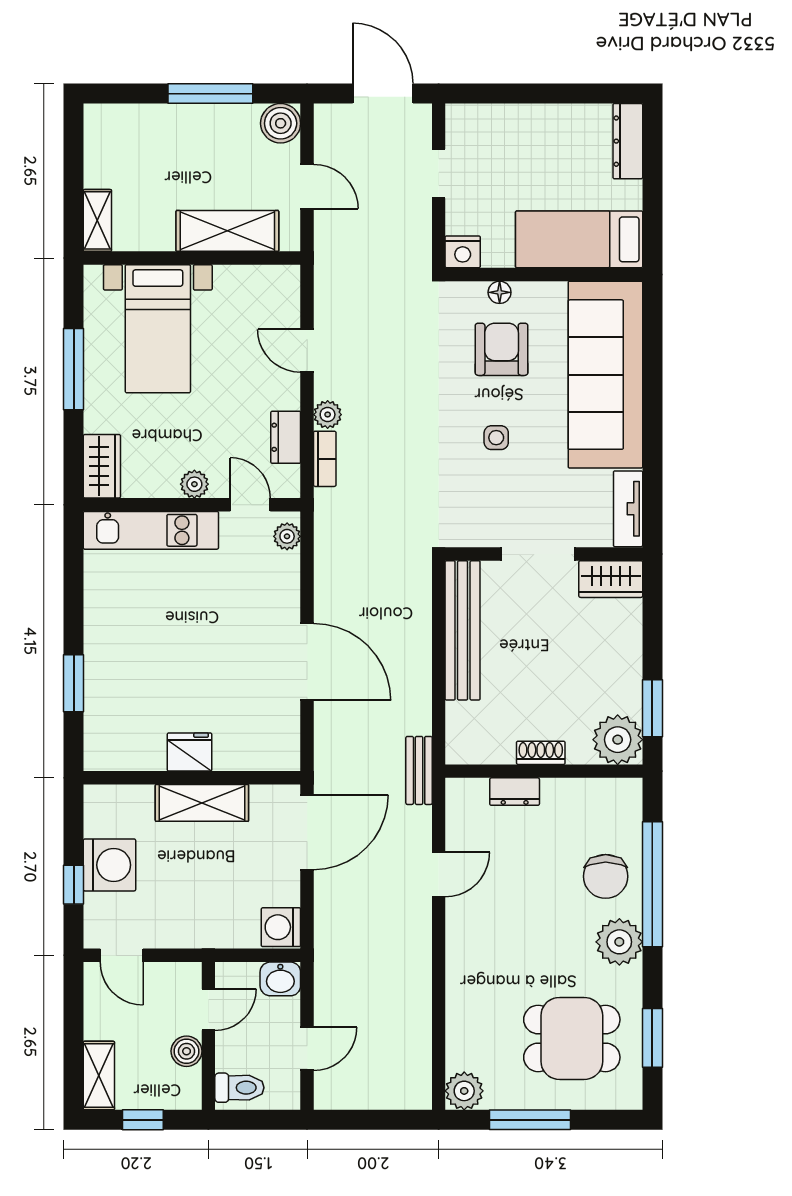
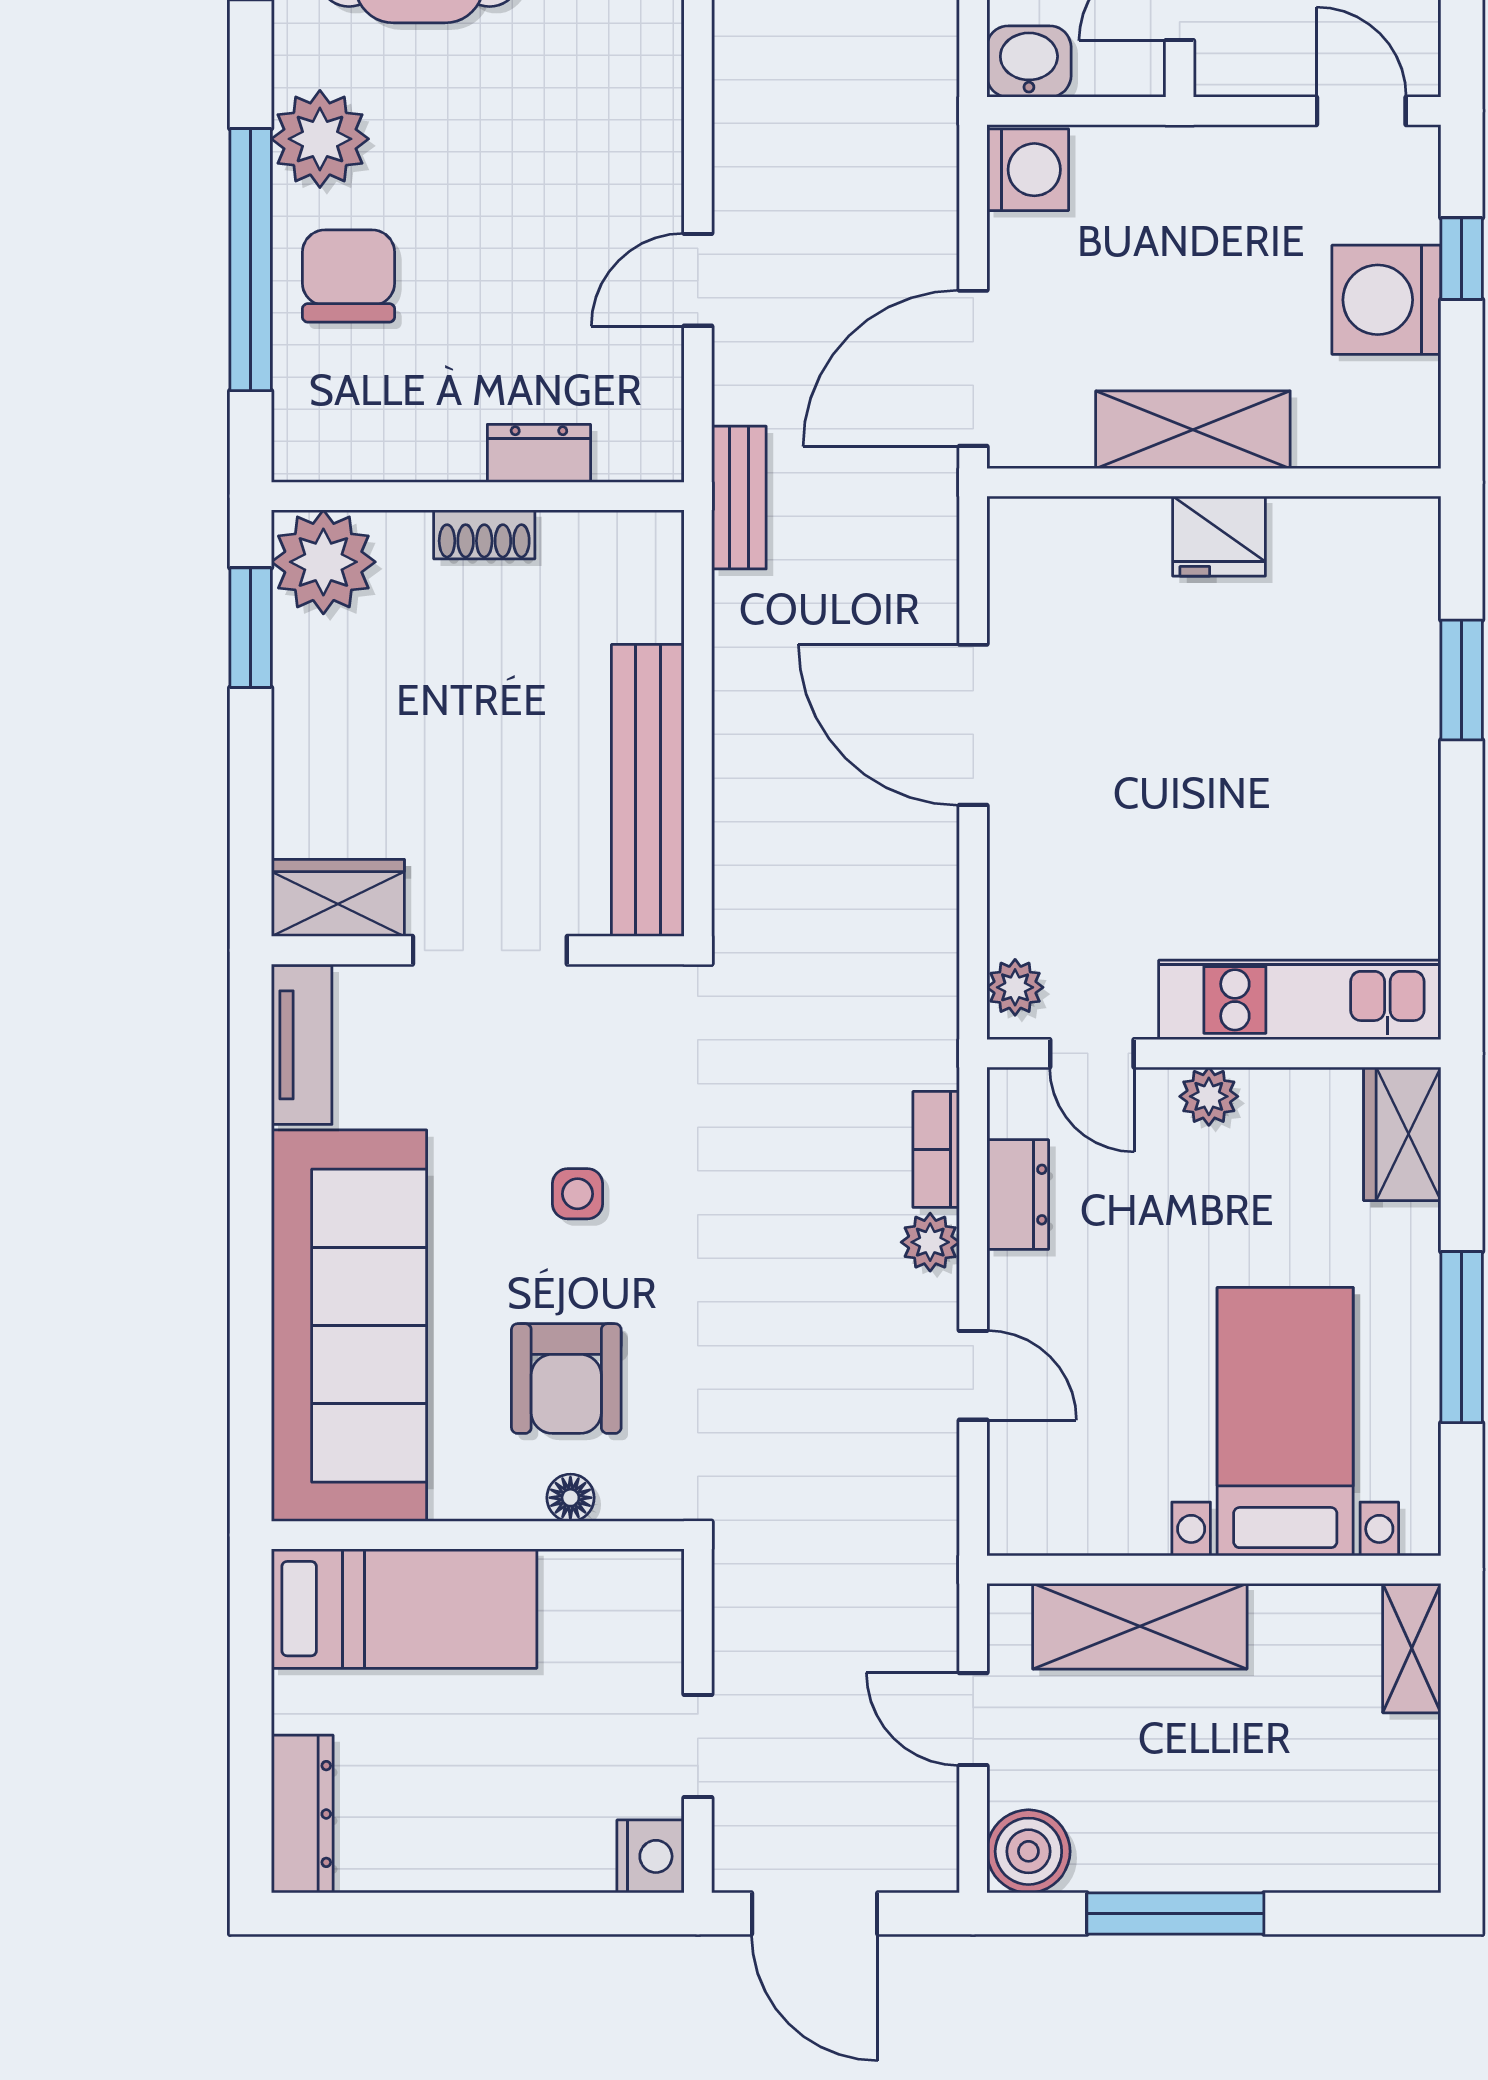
nightstand: (463, 252) -> (651, 1856), moved, turned 90

